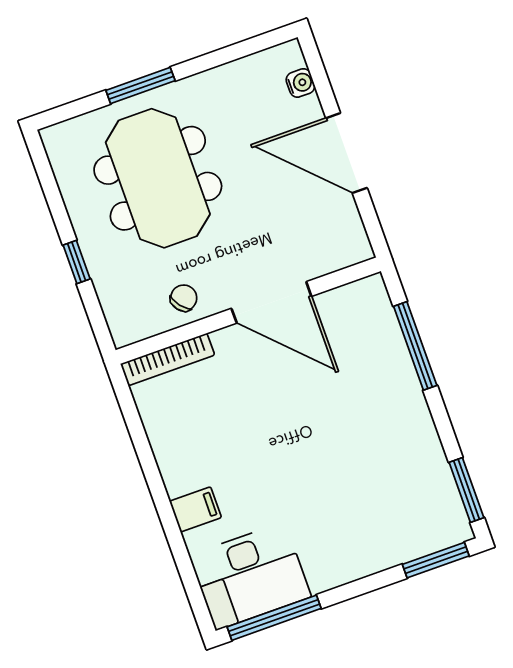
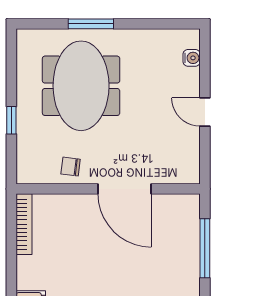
door: (346, 153) -> (205, 112), width x0.53
chair: (184, 298) -> (71, 167), turned -135
bookcase: (168, 359) -> (24, 224), moved, turned -90

